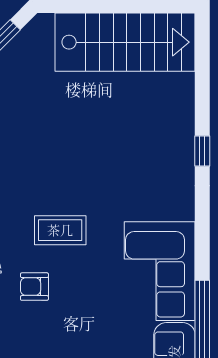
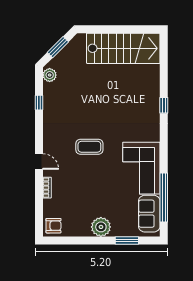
armchair: (34, 287) -> (76, 176), removed

